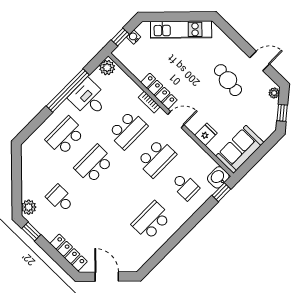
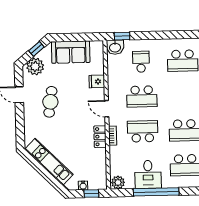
locker: (159, 91) -> (100, 137), width x0.66
plant: (274, 93) -> (35, 66), width x1.87, depth x1.87
sofa: (240, 149) -> (71, 52), moved
school desk: (156, 158) -> (142, 97), turned 180

